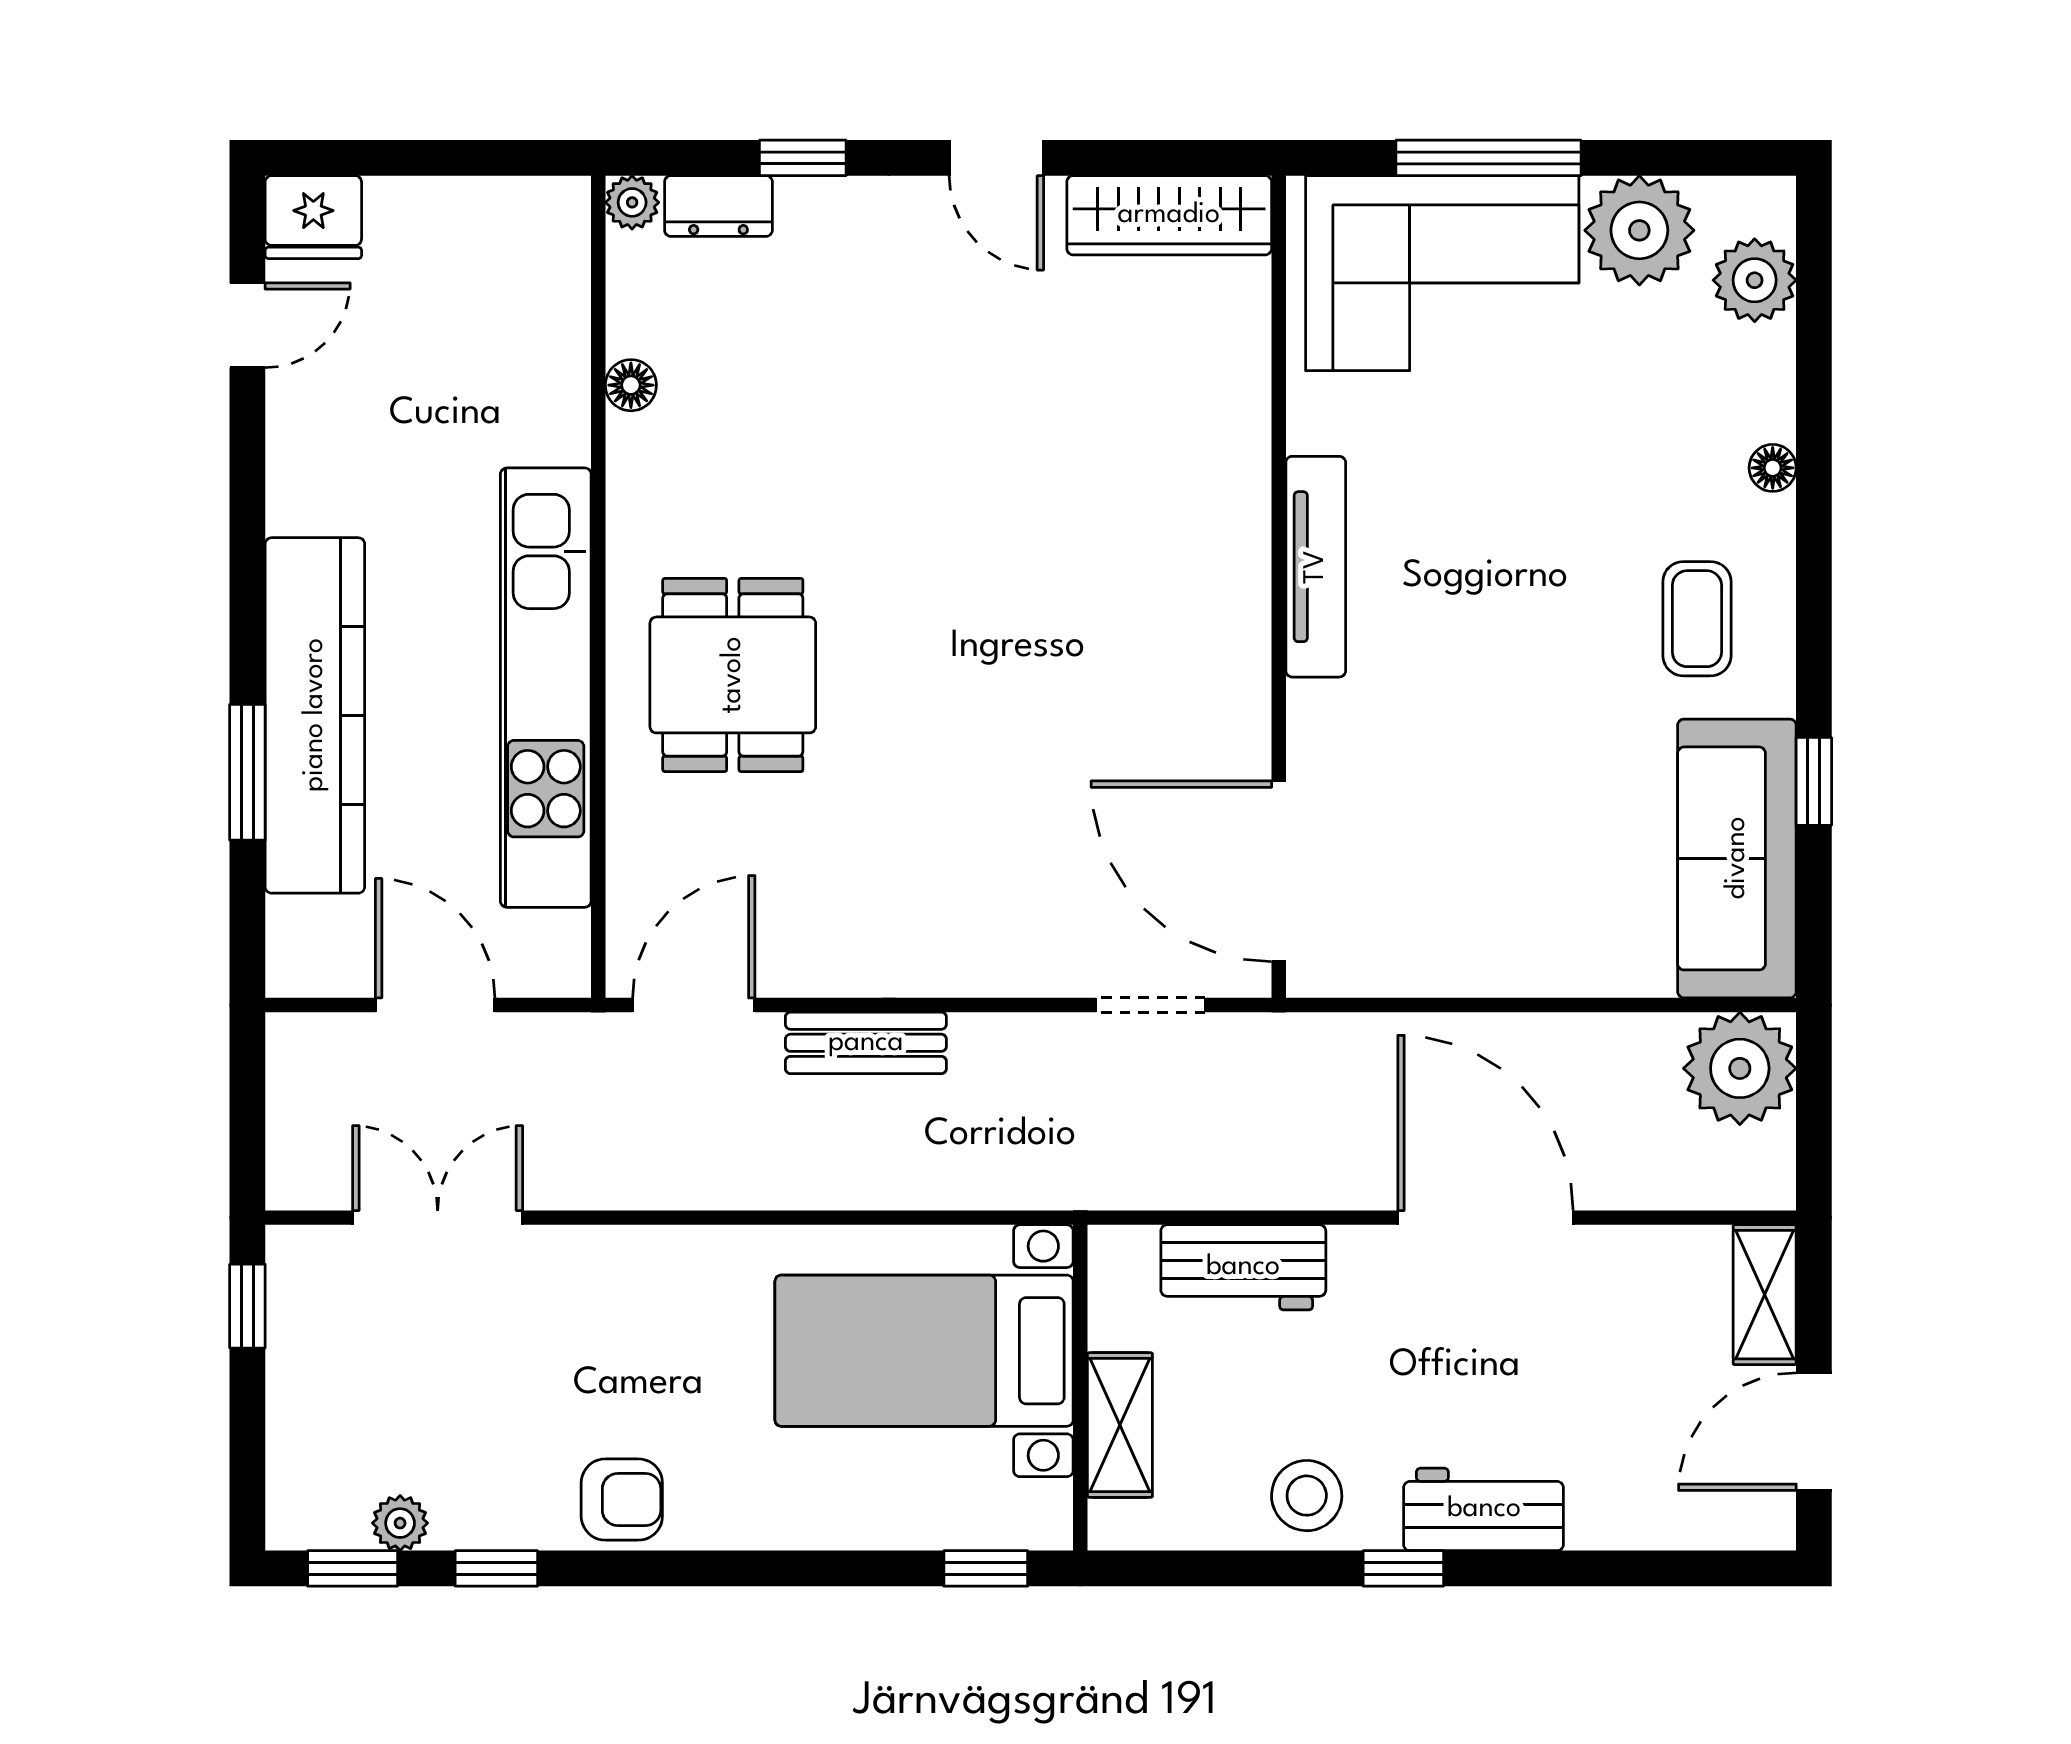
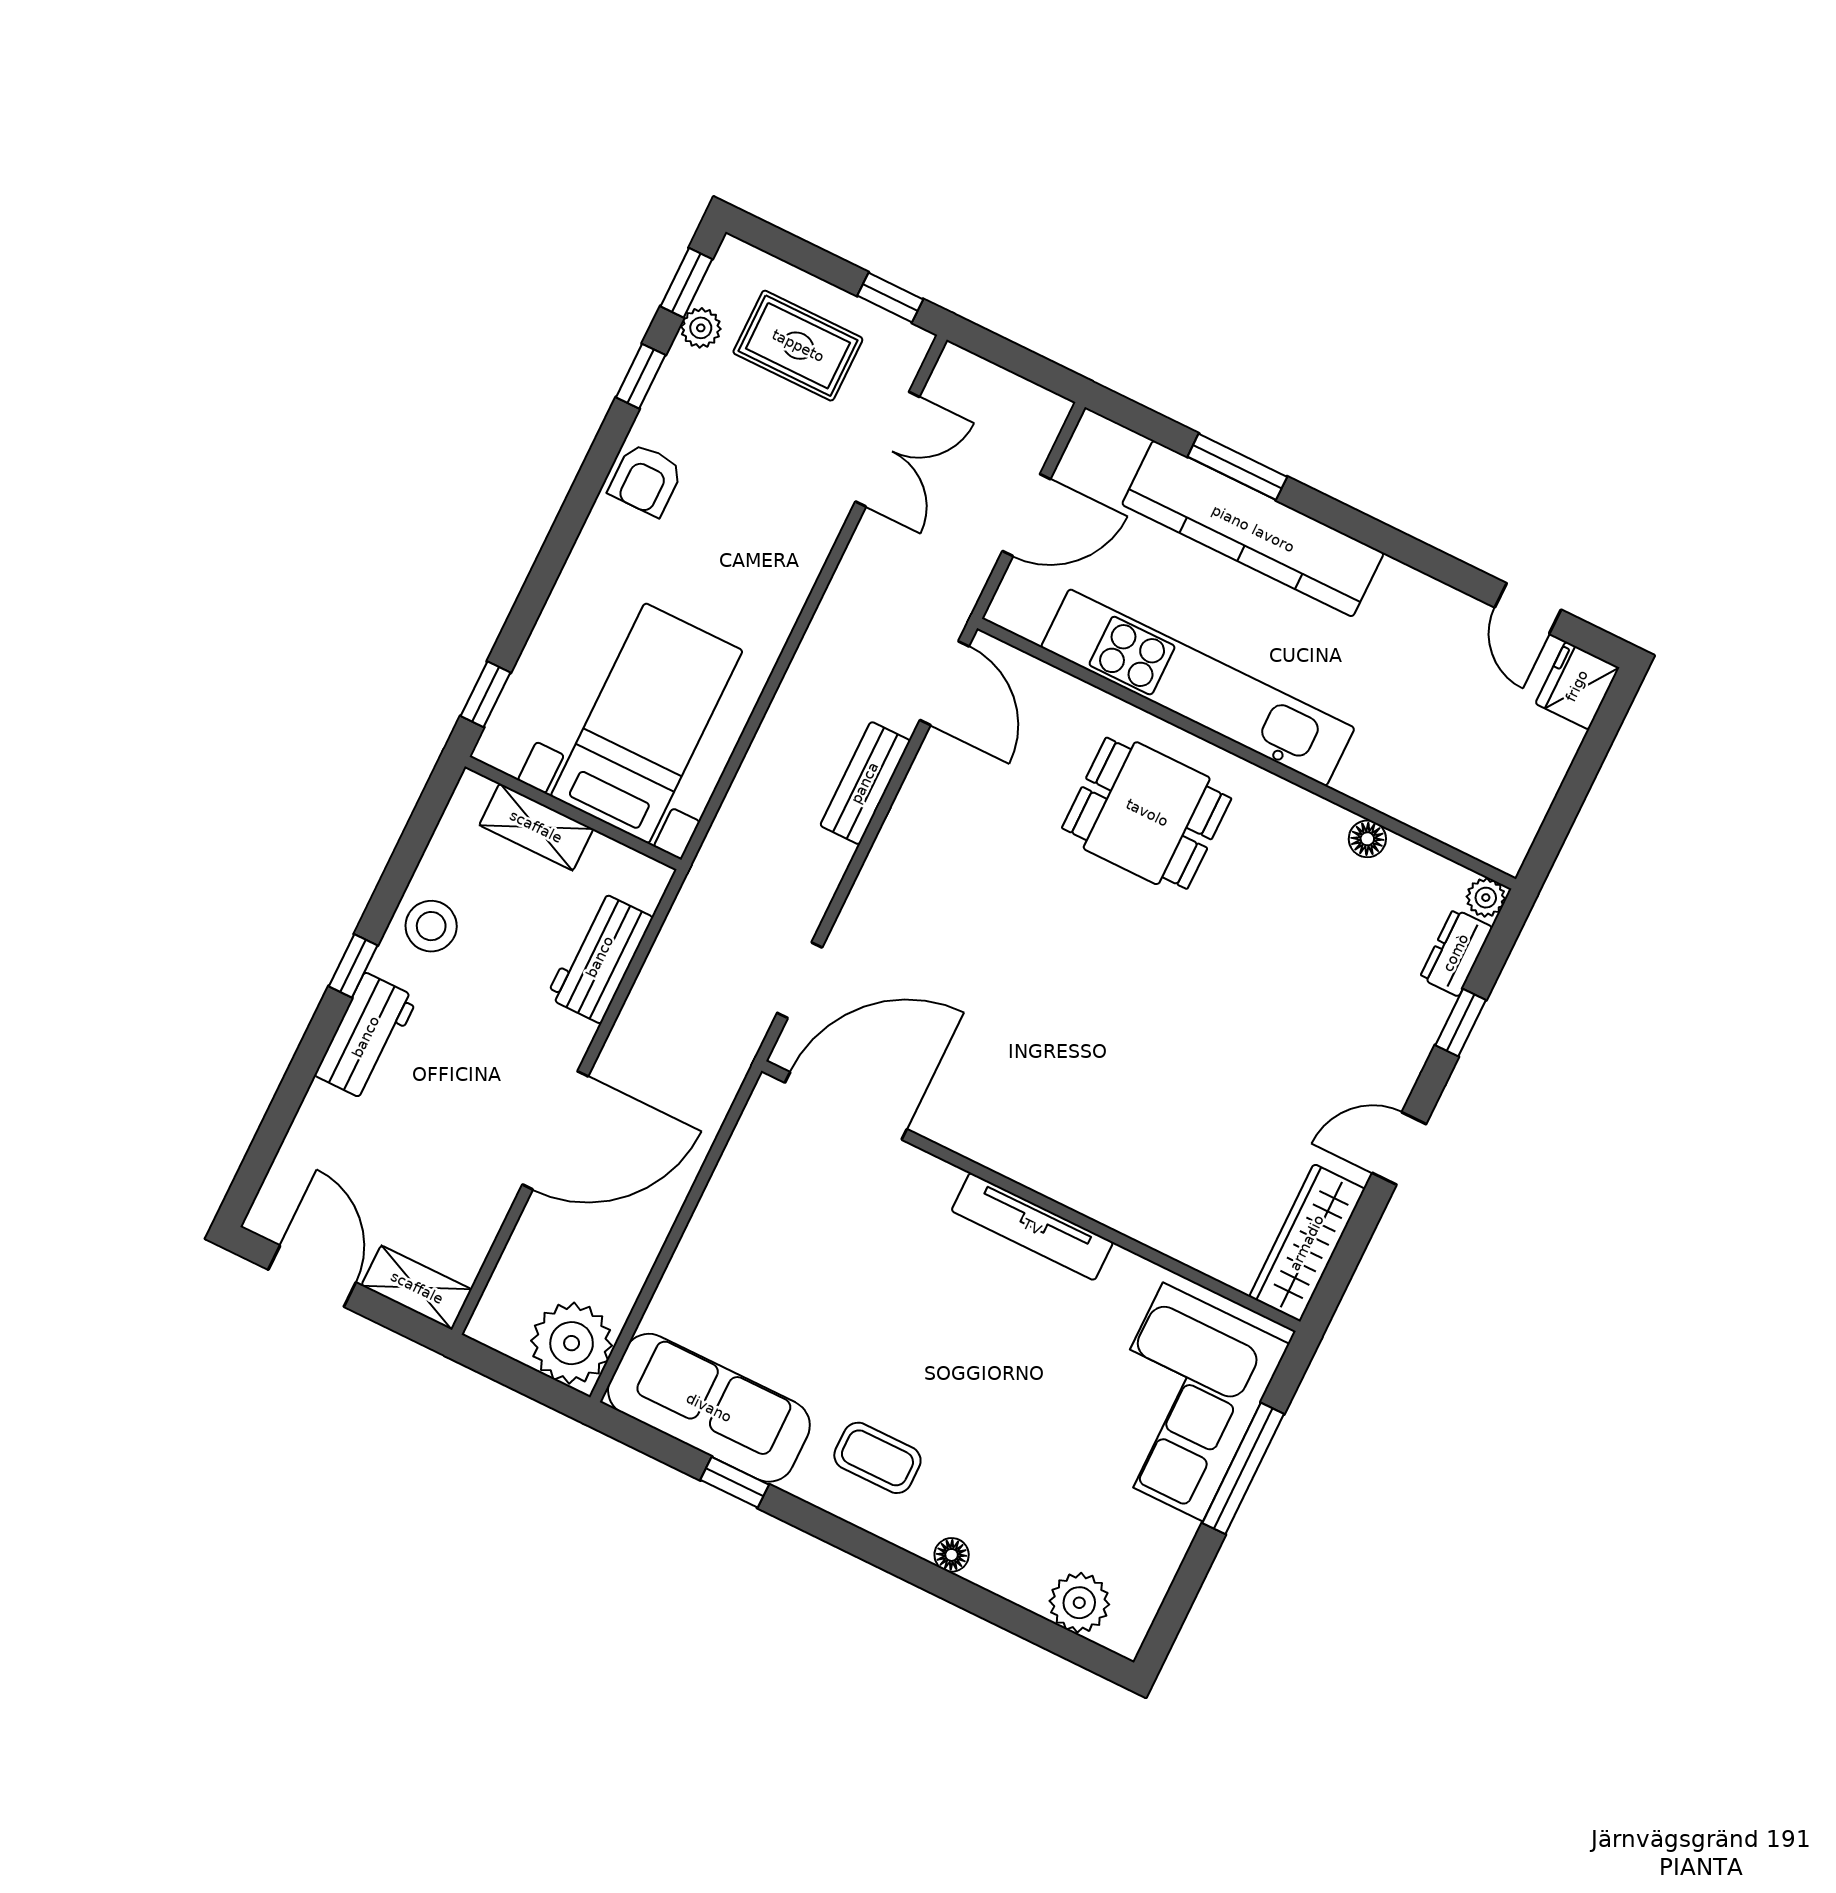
plant: (1639, 230) -> (1148, 1544), removed
rug: (363, 1392) -> (798, 346), added

